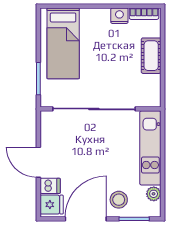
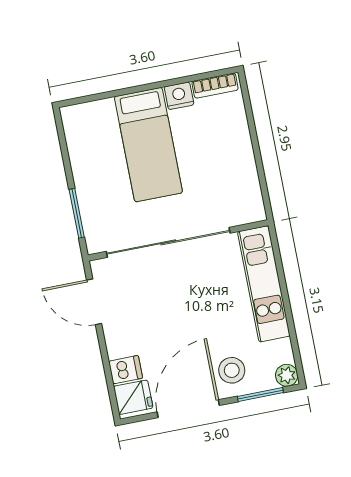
bed: (63, 43) -> (148, 145), moved
cot: (151, 56) -> (238, 146), removed
door: (38, 162) -> (94, 302), moved
plant: (154, 194) -> (287, 375), moved

